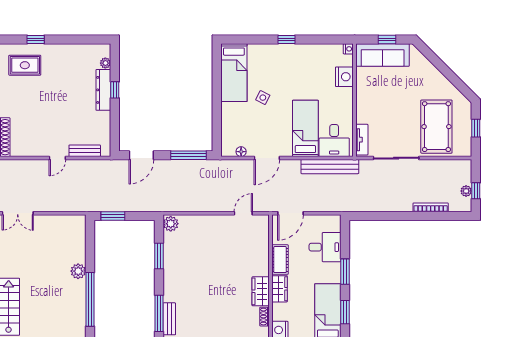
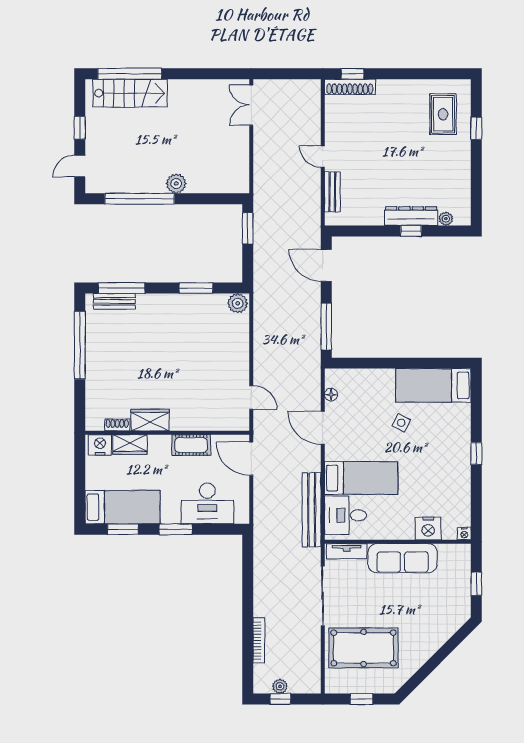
sofa: (383, 55) -> (403, 558), moved, turned -90
desk: (325, 247) -> (207, 503), width x1.37
wardrobe: (280, 289) -> (130, 445), moved

